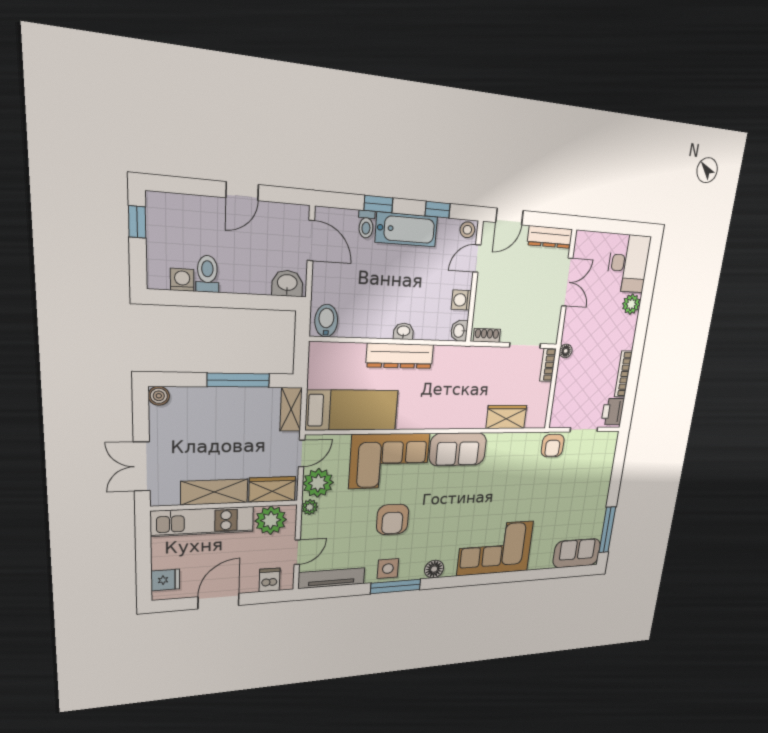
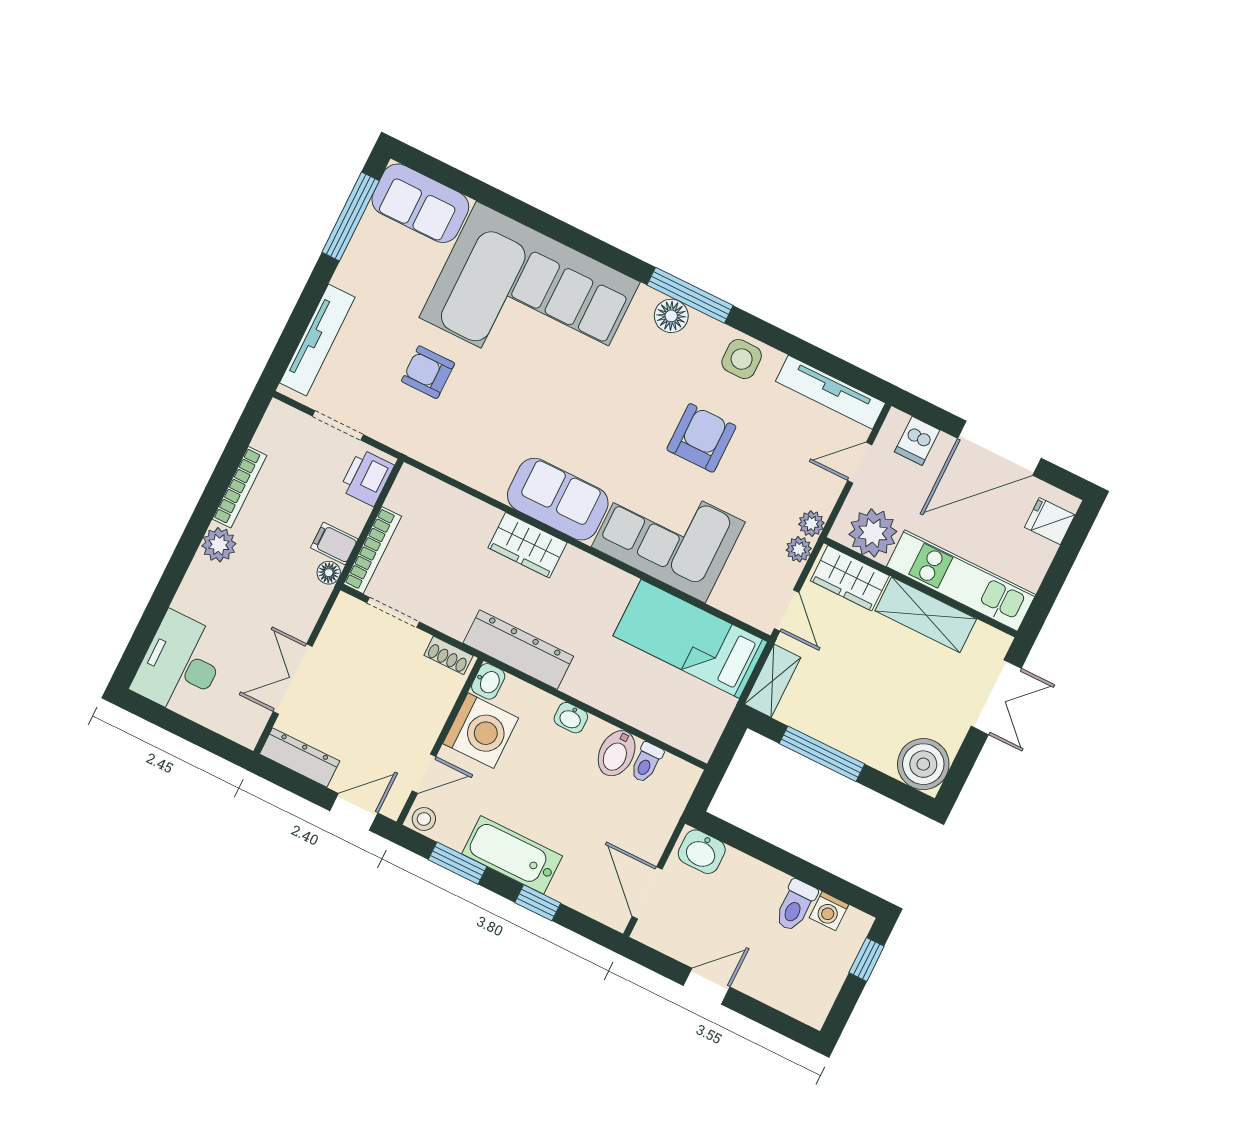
window: (438, 210) -> (458, 863), width x1.50
window: (137, 222) -> (867, 959), moved
toilet: (366, 224) -> (646, 763), moved, turned 180
washing machine: (461, 300) -> (481, 731), width x1.89, depth x1.89
plant: (631, 304) -> (219, 545), moved
bidet: (326, 321) -> (617, 753), moved
dresser: (400, 356) -> (518, 650), moved
bookcase: (548, 365) -> (372, 550), width x1.56
filing cabinet: (567, 368) -> (334, 543), added
boiler: (159, 396) -> (923, 764), width x1.86, depth x1.86
printer: (613, 412) -> (367, 478), moved, turned 180
wardrobe: (506, 417) -> (527, 545), moved
armchair: (553, 446) -> (428, 372), moved, turned -90
door: (302, 453) -> (787, 610), swing flipped
tv unit: (606, 466) -> (317, 340), added
plant: (318, 483) -> (799, 549), width x0.53, depth x0.53
corner sofa: (495, 548) -> (530, 300), width x1.36, depth x1.36
window: (396, 586) -> (690, 295), moved
door: (219, 601) -> (999, 448), width x1.36

